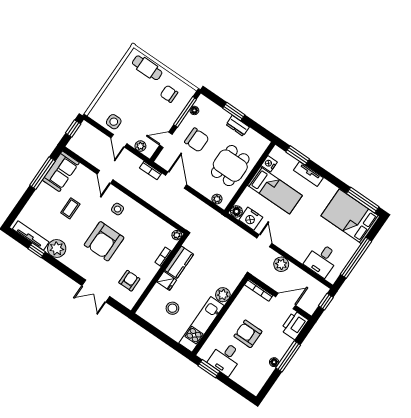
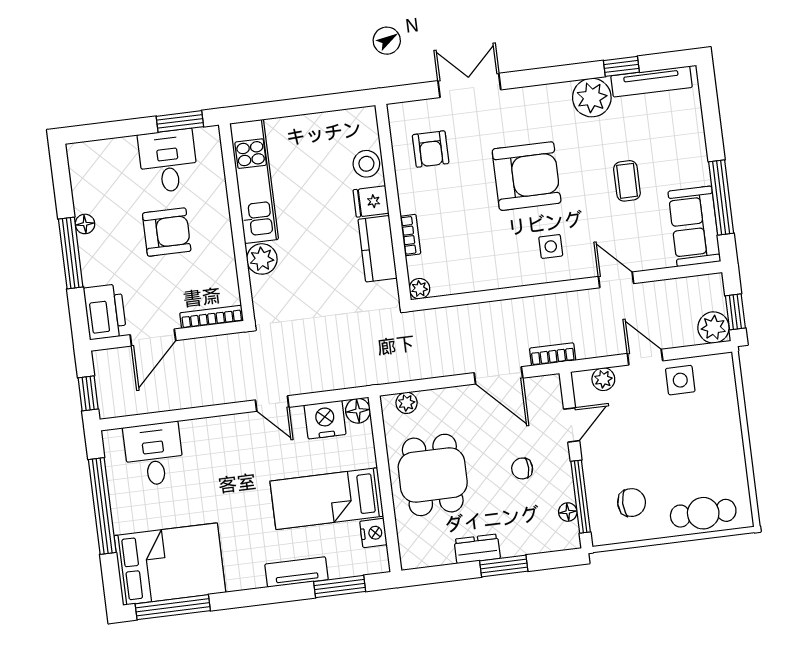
chair: (197, 140) -> (522, 468), width x0.54, depth x0.54
armchair: (104, 241) -> (527, 176), turned 90
plant: (281, 264) -> (713, 327), moved
stool: (172, 308) -> (366, 164), moved

